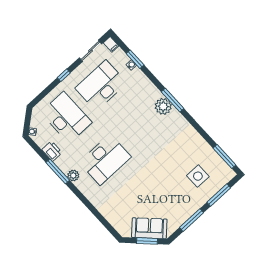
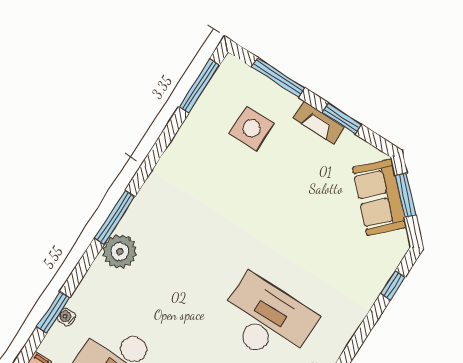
plant: (163, 106) -> (120, 251), moved
fireplace: (192, 209) -> (319, 123), added
window: (192, 220) -> (342, 118), width x0.69
window: (106, 224) -> (393, 285), added

